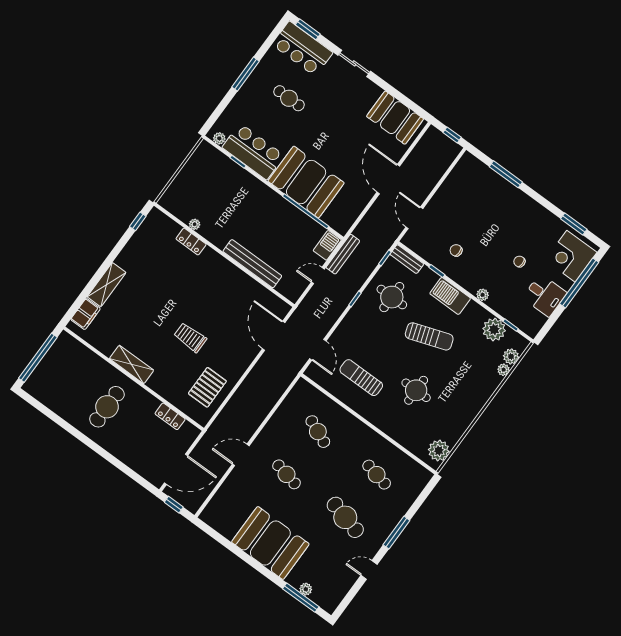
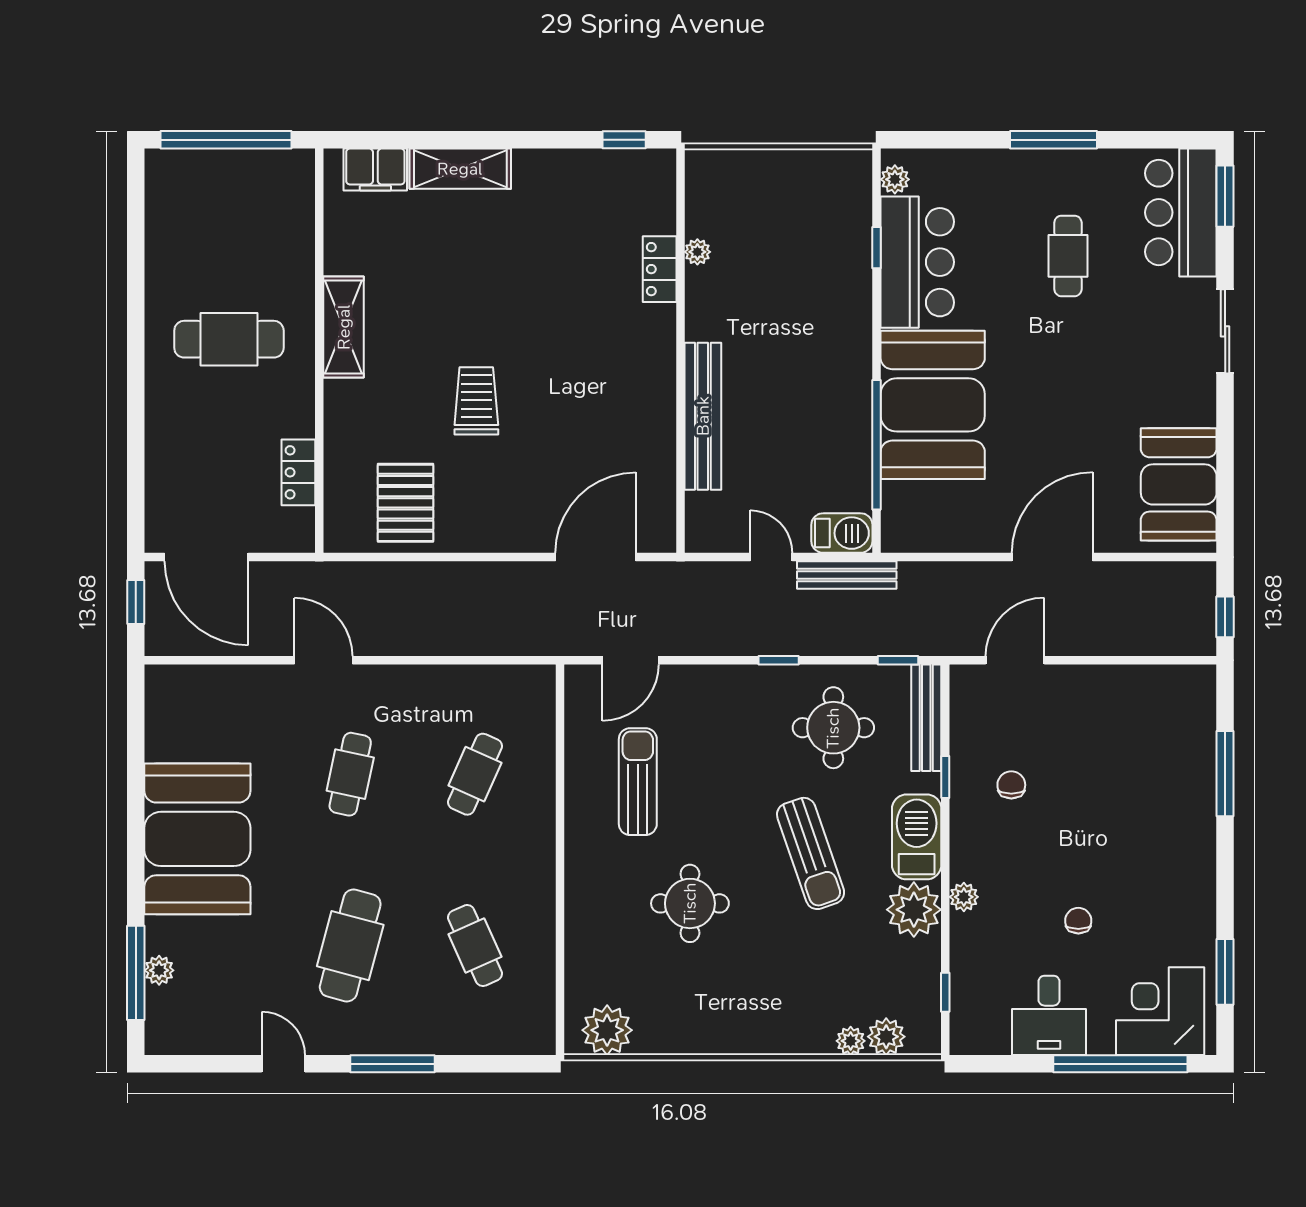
bench: (407, 259) -> (926, 718), width x1.36
plant: (494, 330) -> (914, 910), moved
pallet: (207, 387) -> (406, 503), turned 90
cafe table: (377, 475) -> (475, 946), turned -36

